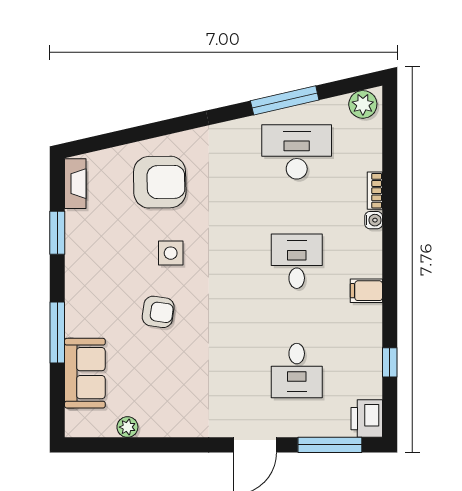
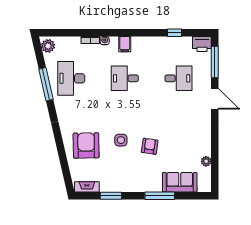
filing cabinet: (366, 291) -> (125, 44), moved

